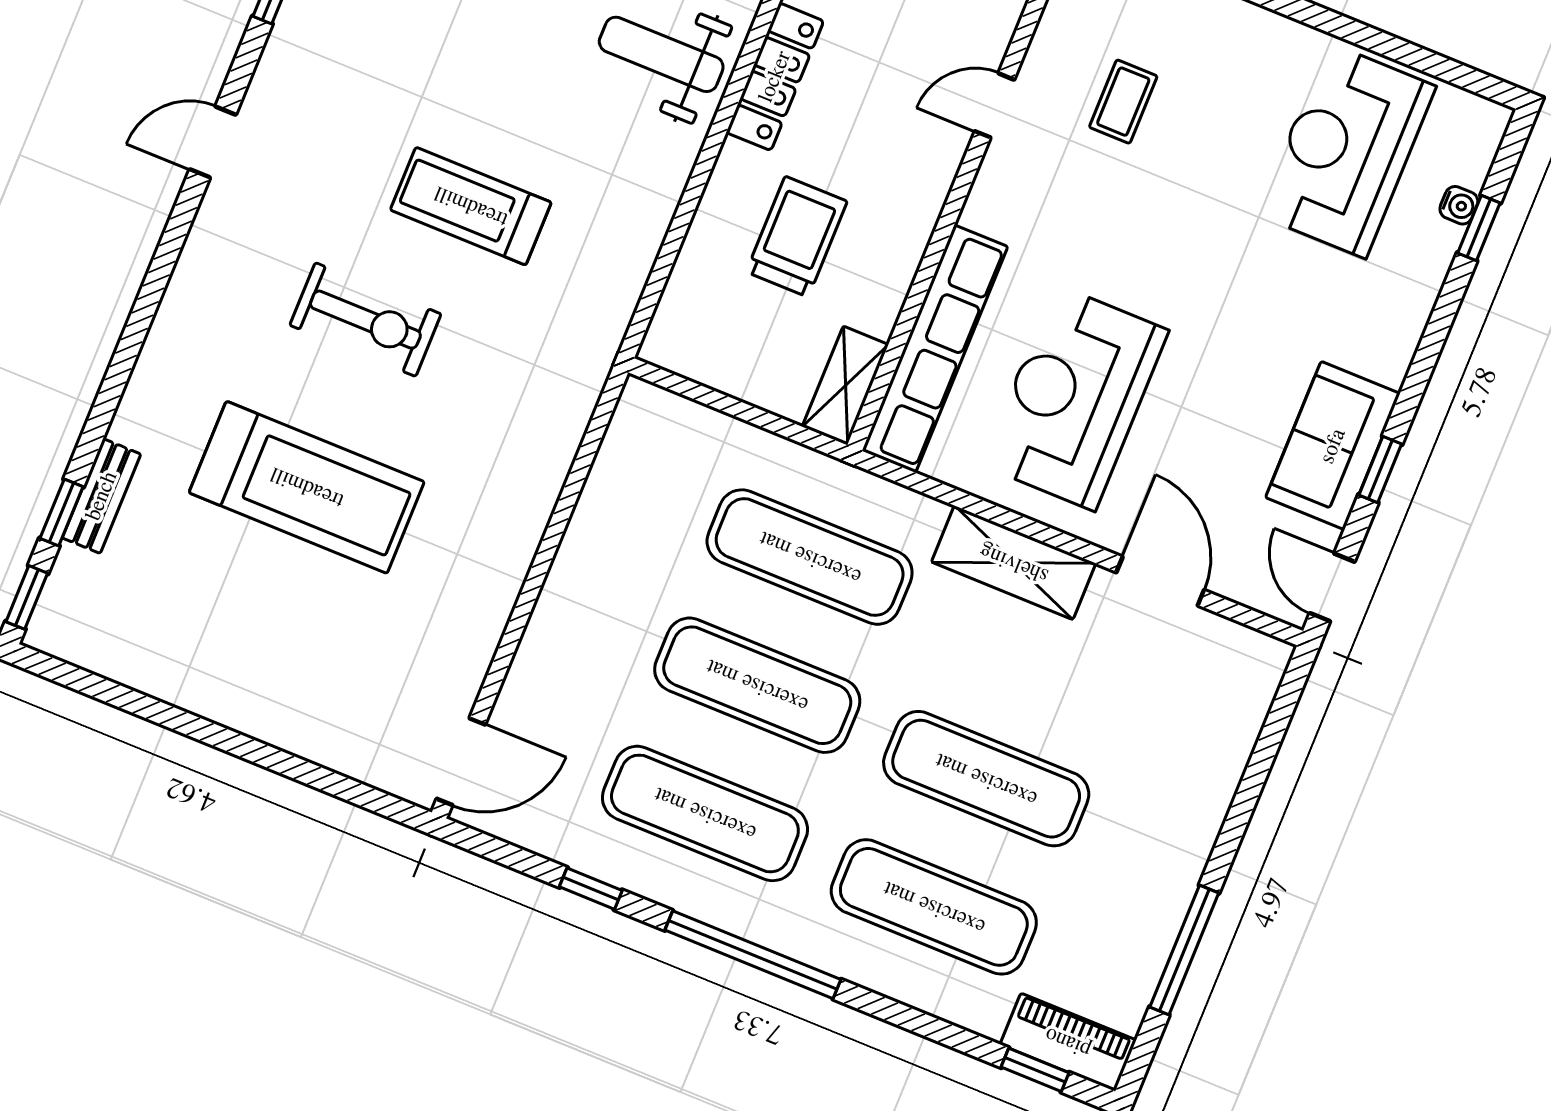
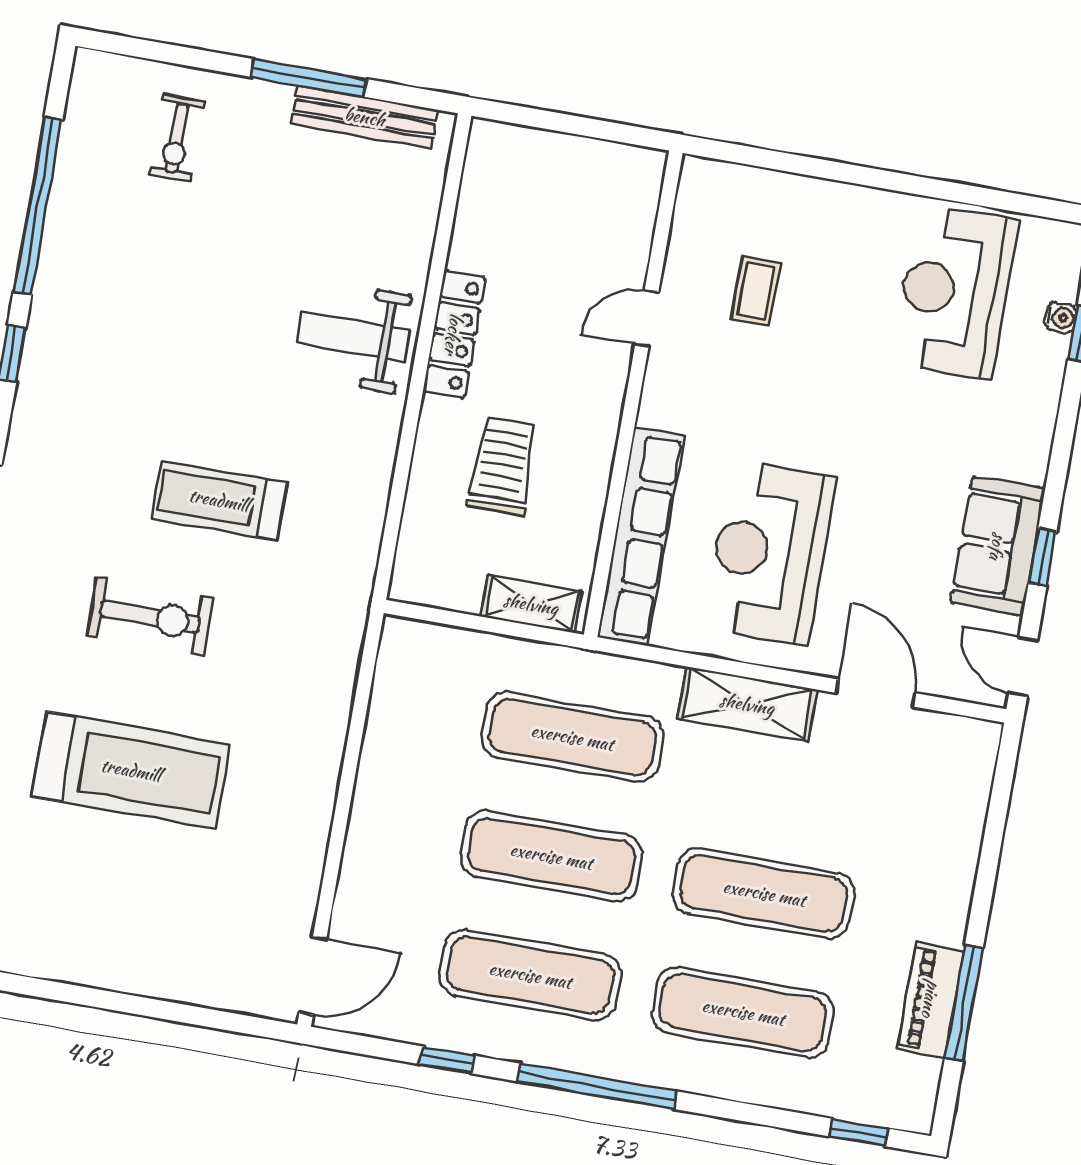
shelving: (845, 386) -> (531, 604), moved, turned 90
piano: (1068, 1042) -> (931, 999), moved, turned -90

